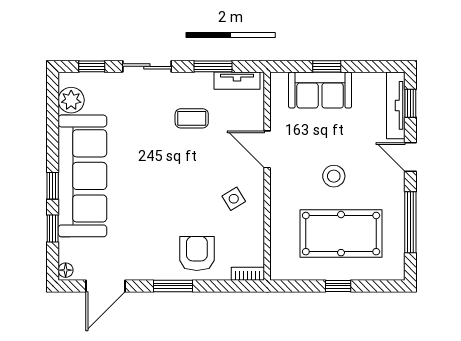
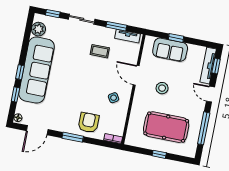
stool: (334, 176) -> (162, 88), moved

